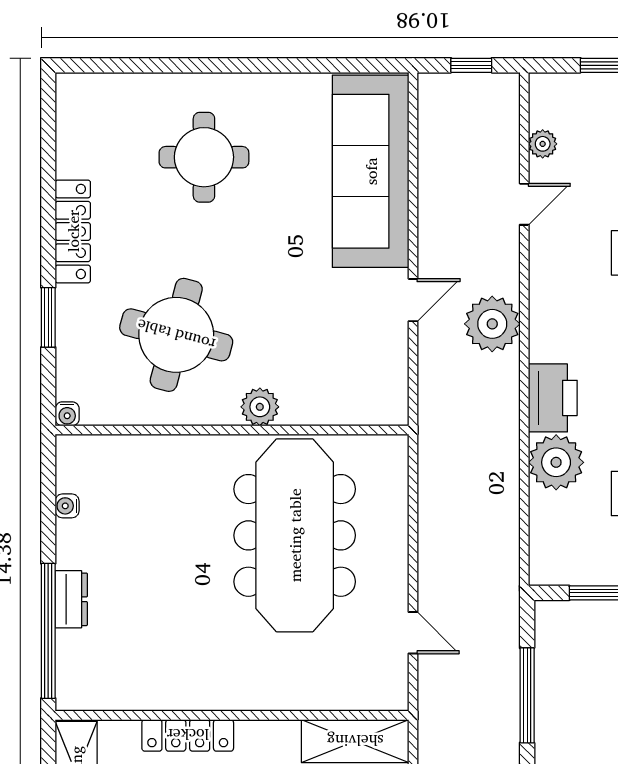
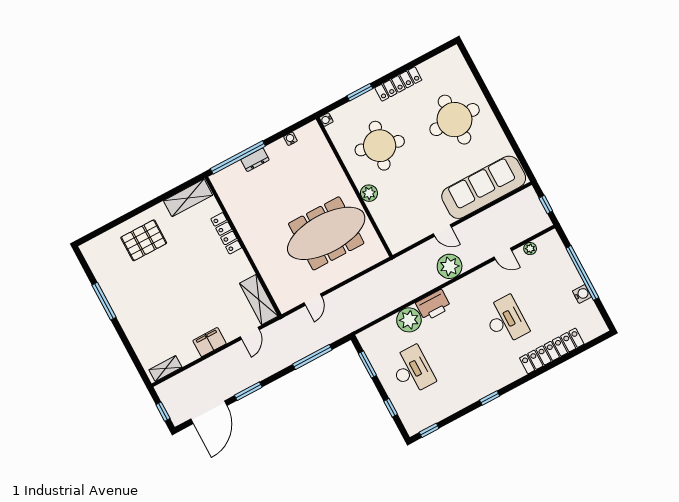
round table: (204, 157) -> (455, 120), width x1.36, depth x1.36

